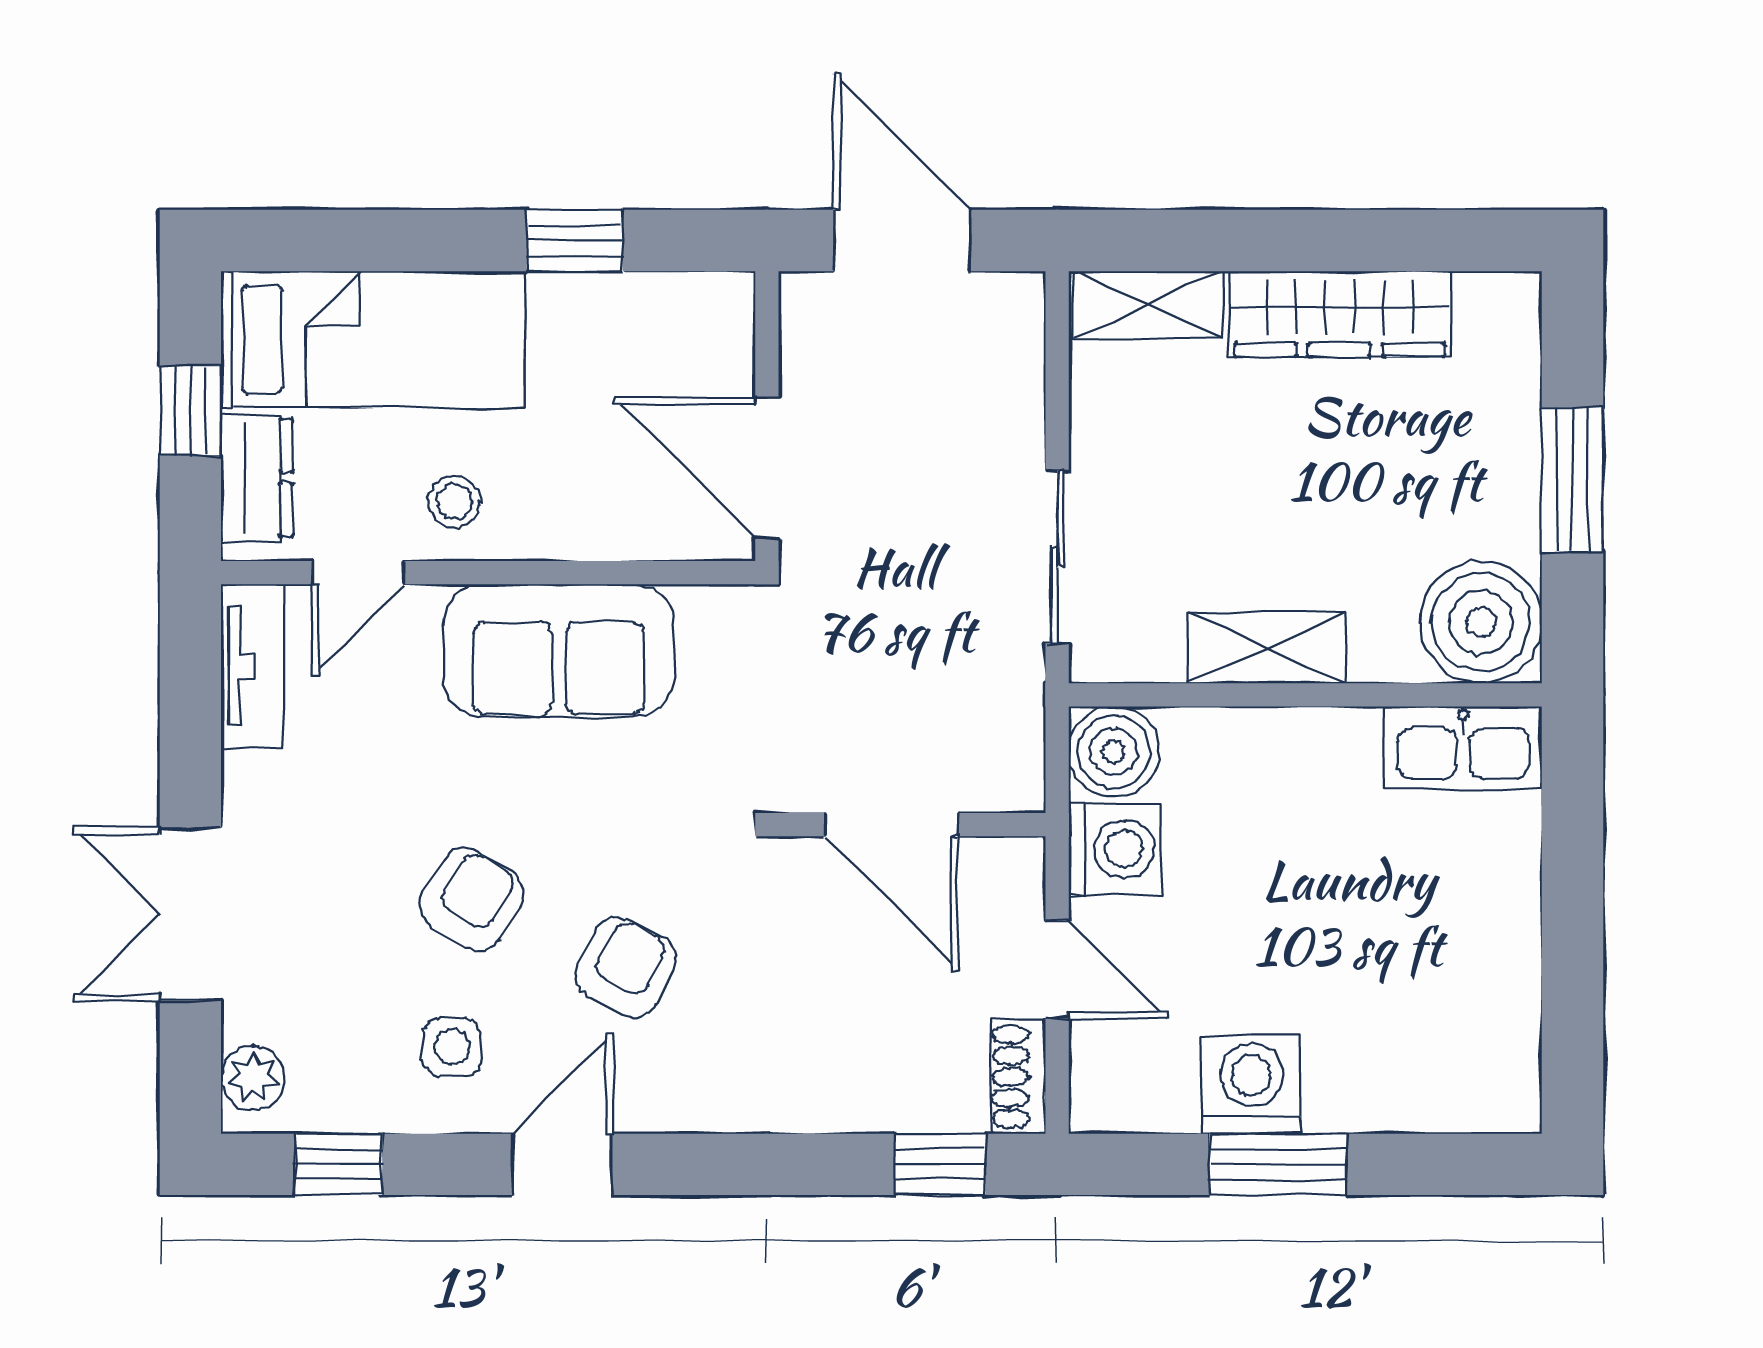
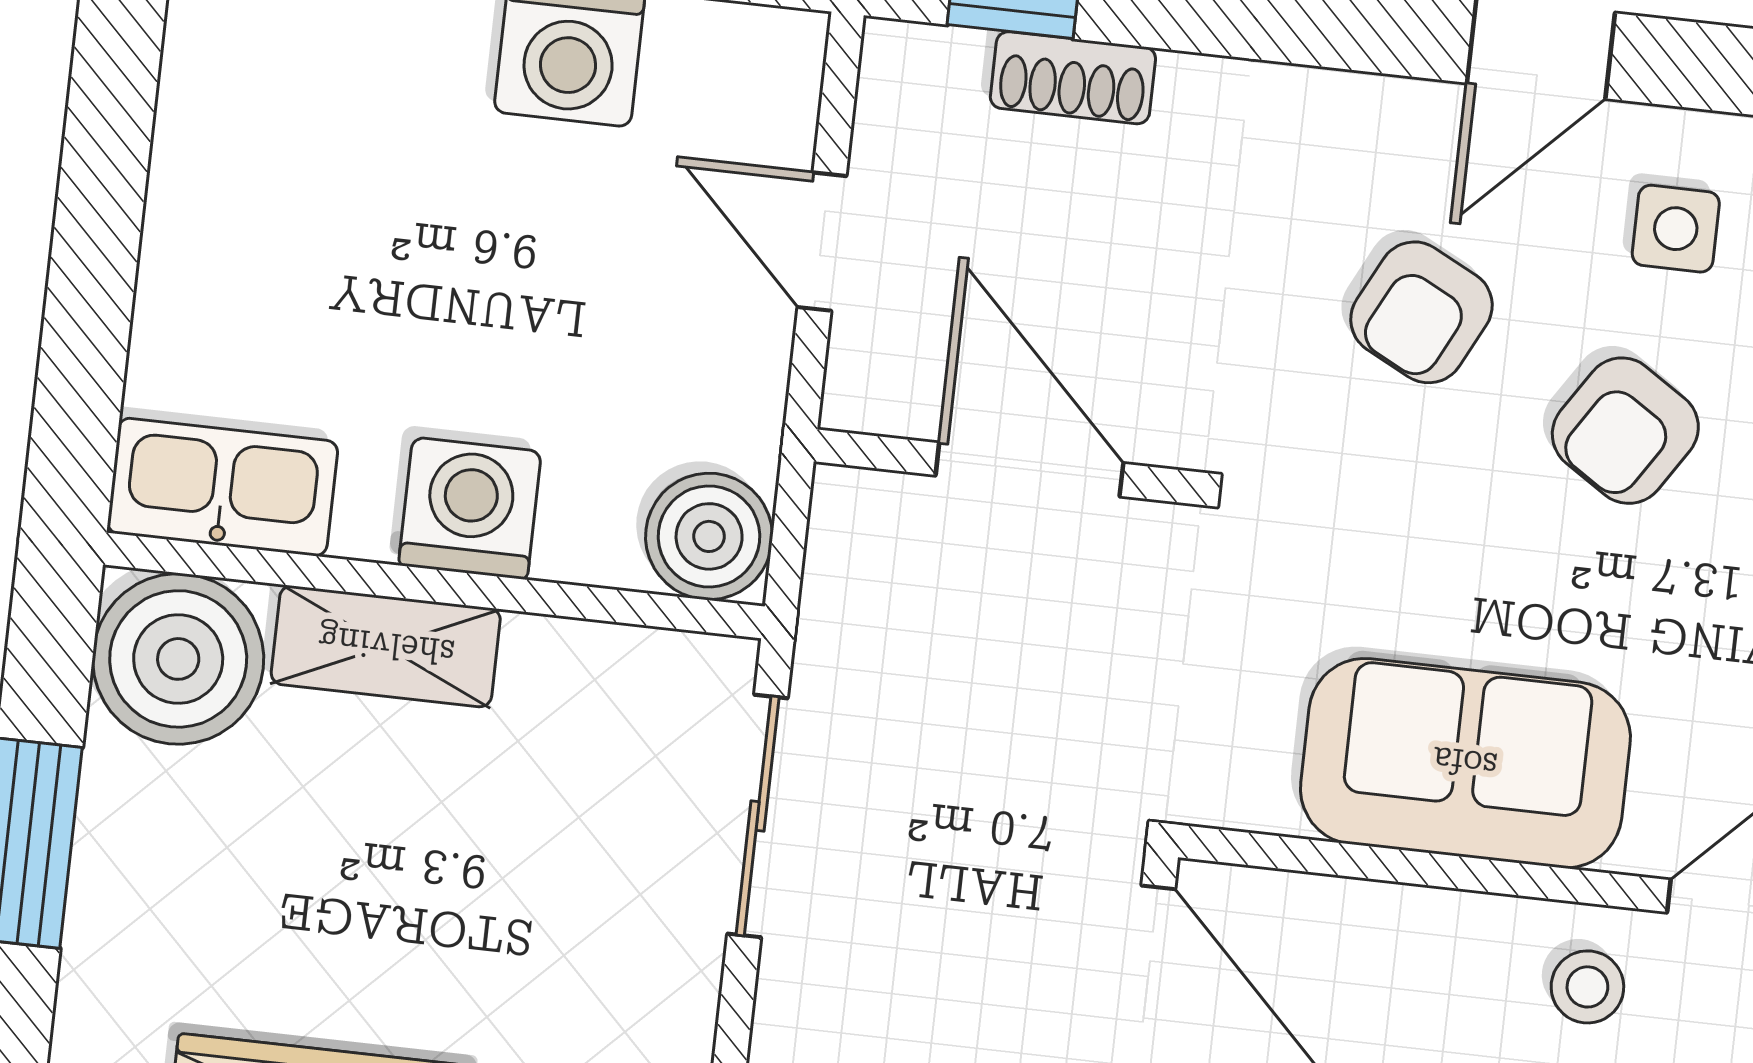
shelving: (1267, 648) -> (386, 646), moved
washing machine: (1115, 849) -> (470, 508), moved, turned 90
shoe rack: (1018, 1077) -> (1073, 78), moved, turned 90

